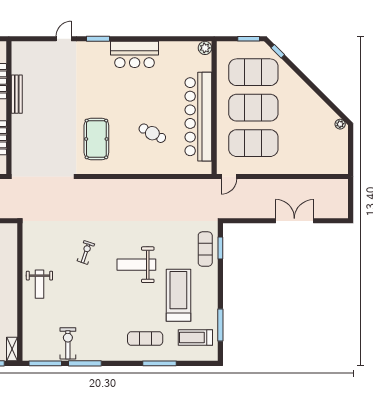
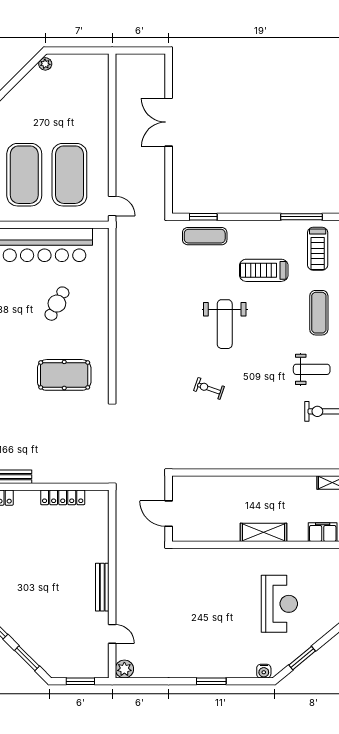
weight bench: (39, 284) -> (312, 369), moved
treadmill: (178, 295) -> (264, 270), width x0.73, depth x0.73

